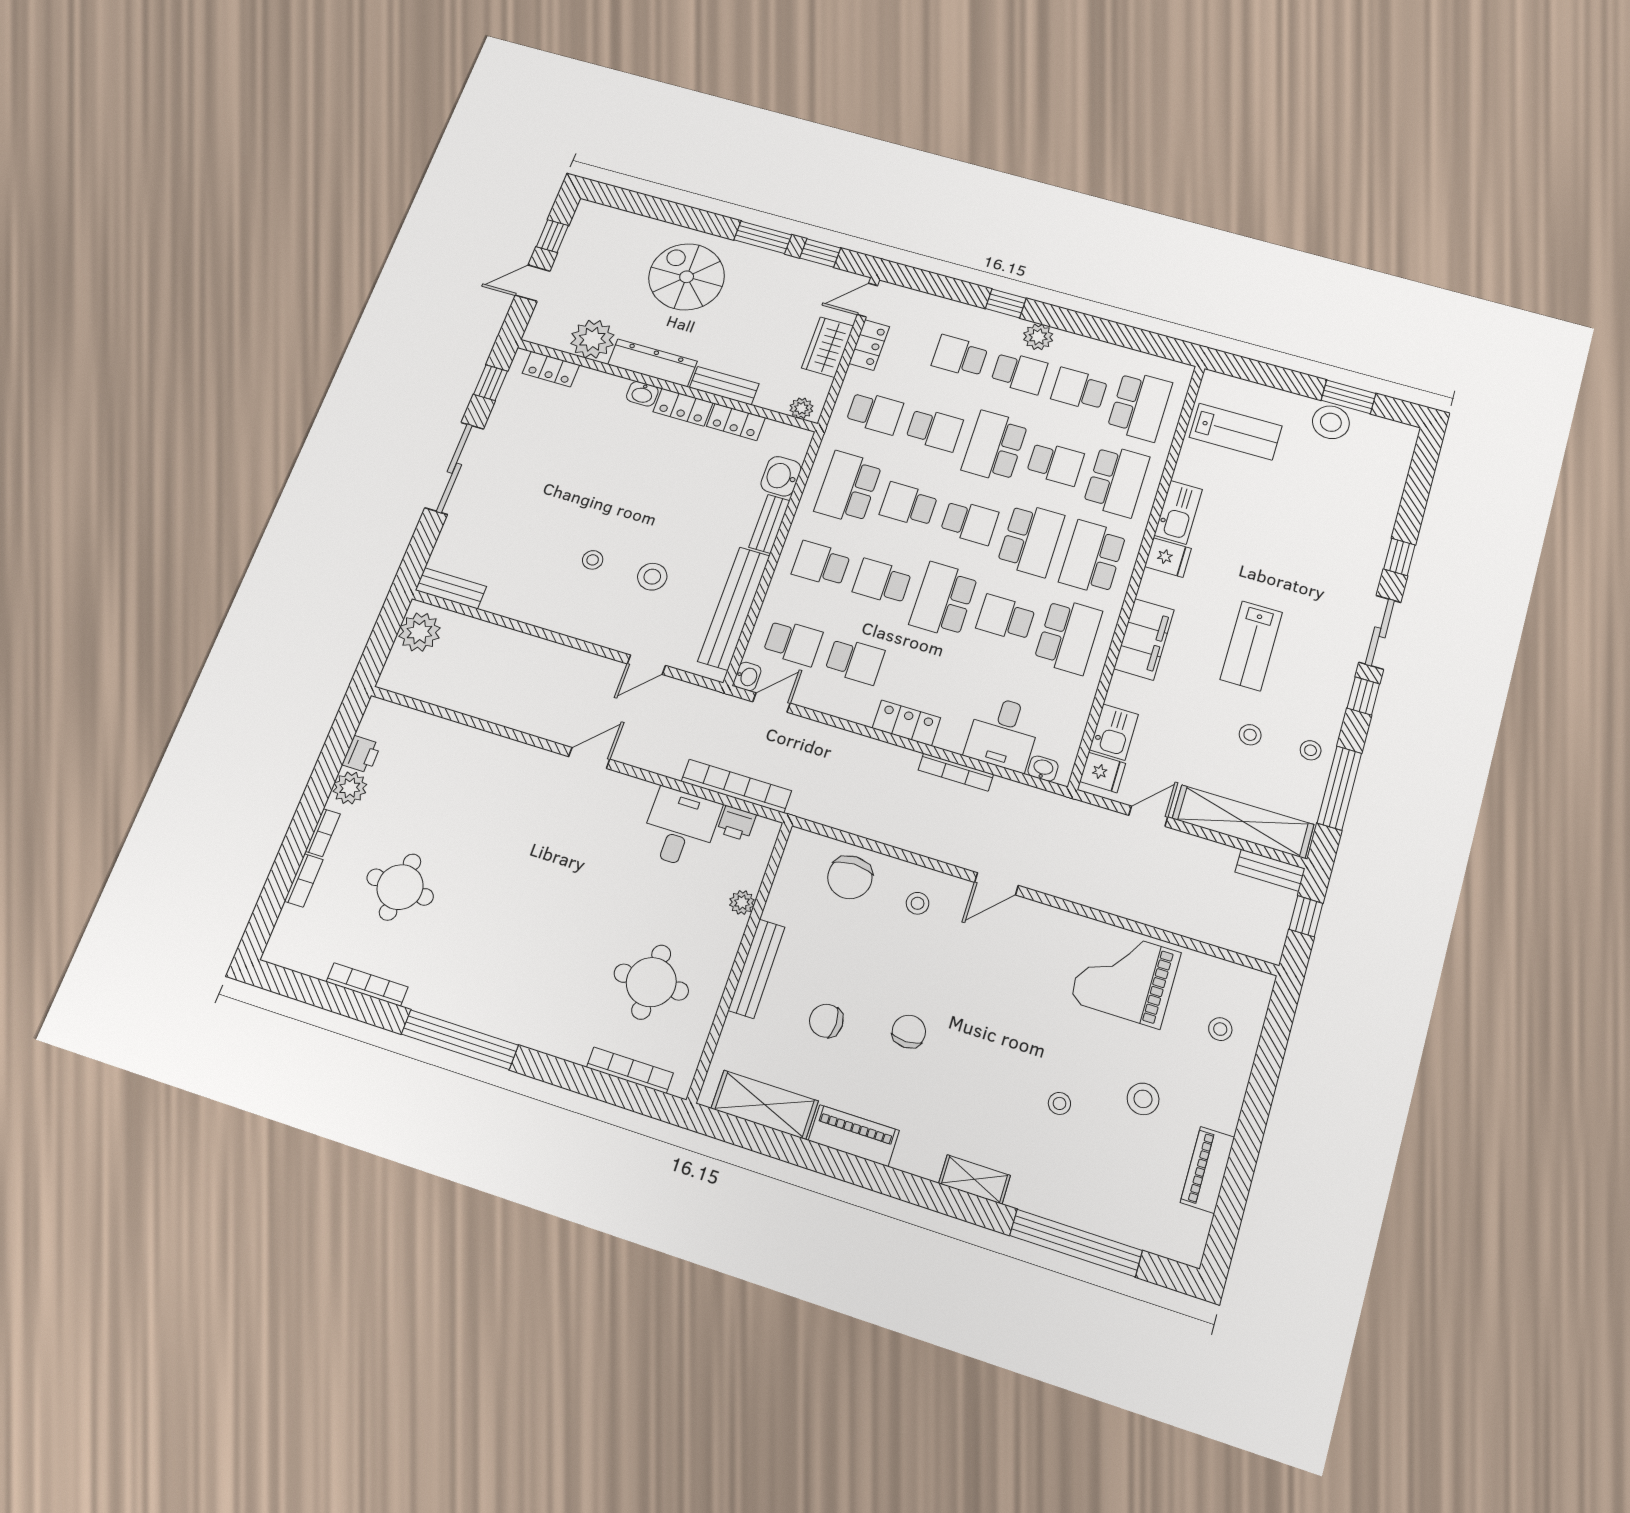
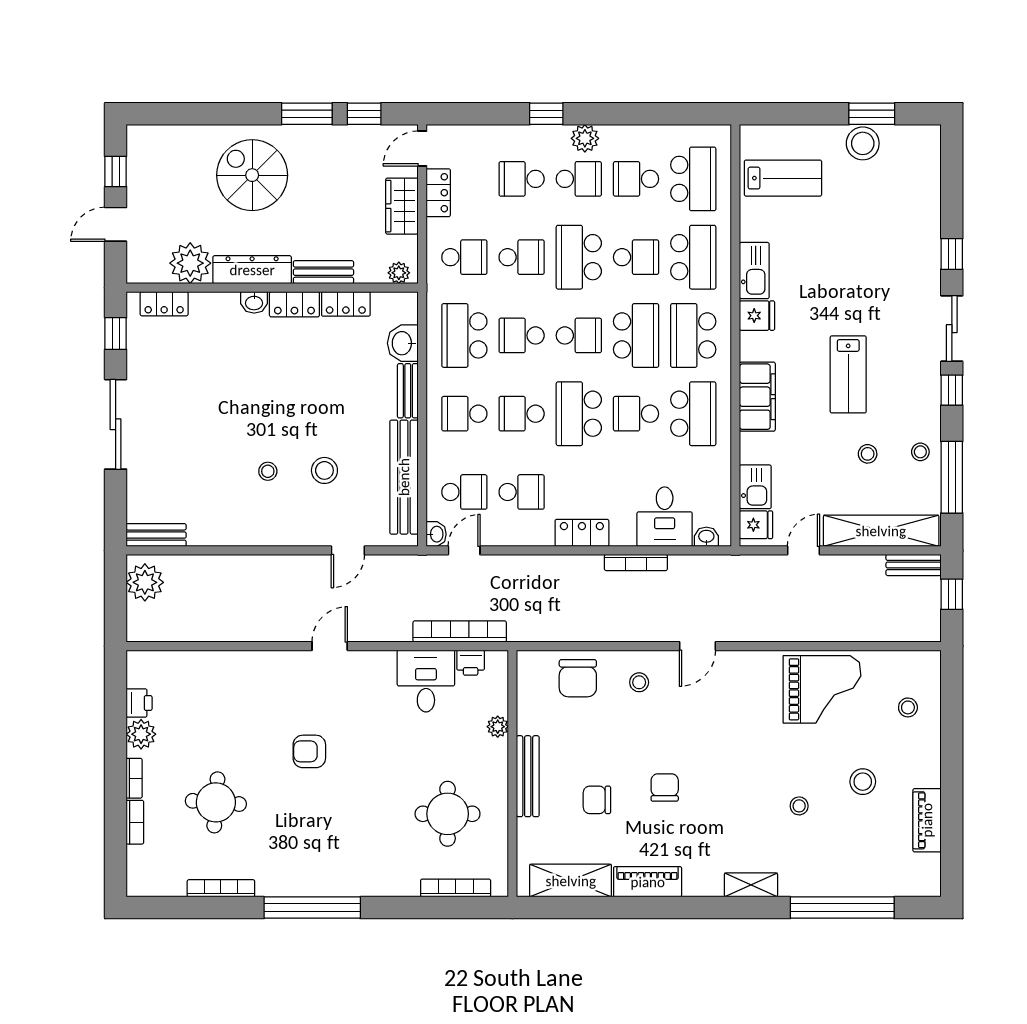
armchair: (524, 864) -> (309, 751), added
grand piano: (1125, 977) -> (822, 689), turned 180

